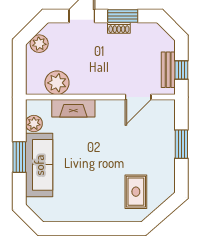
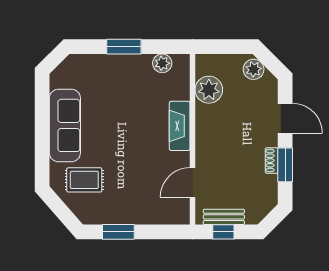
door: (138, 97) -> (192, 182), hinge flipped
fireplace: (73, 108) -> (180, 126), moved
window: (181, 144) -> (118, 232), moved
sofa: (39, 165) -> (65, 125), moved, turned -90

